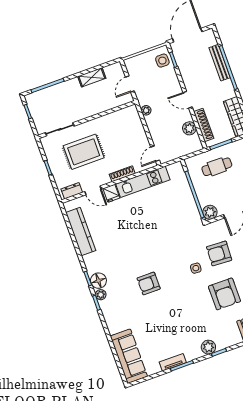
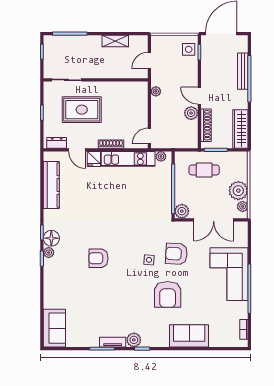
plant: (189, 128) -> (191, 113), moved
plant: (172, 169) -> (161, 156), added
sofa: (129, 356) -> (54, 328), width x0.73
tv unit: (173, 362) -> (113, 342), moved

